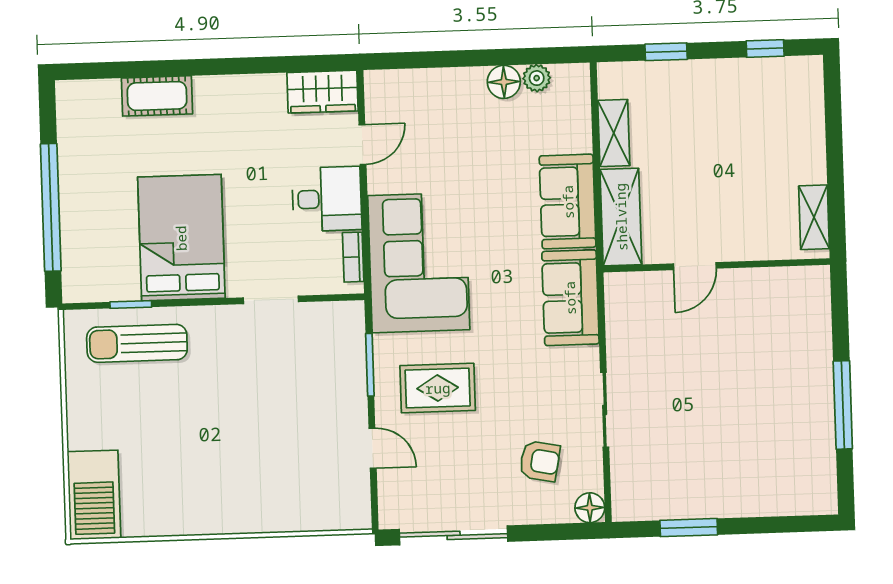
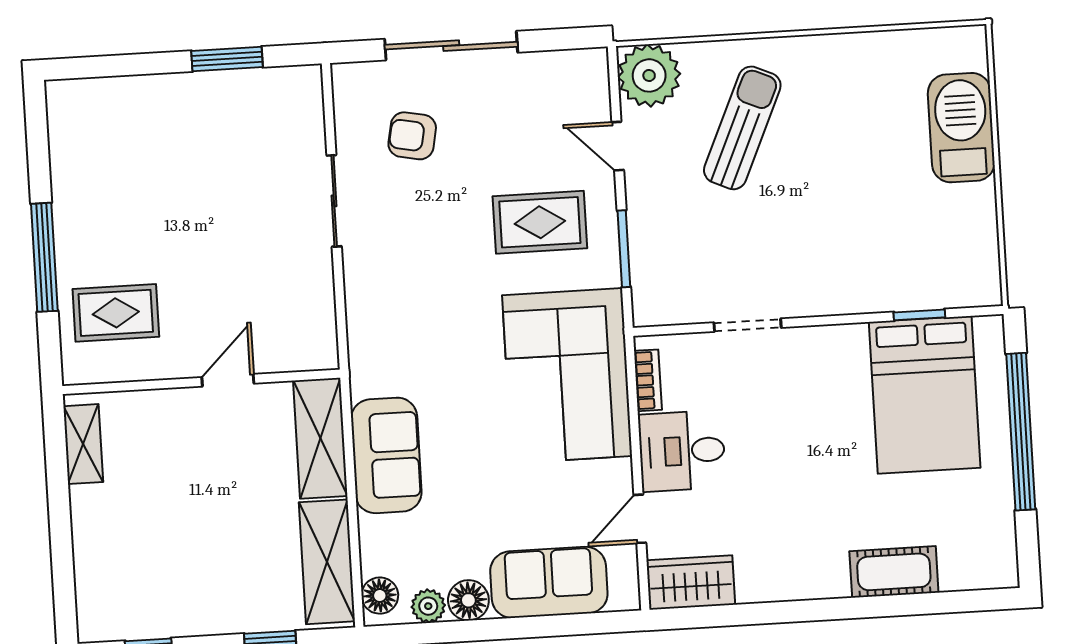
shelving: (614, 133) -> (327, 562), width x1.50, depth x1.33
bed: (181, 238) -> (925, 395), moved
sofa: (570, 298) -> (549, 582), moved, turned -90
rug: (785, 323) -> (116, 313), added
sun lounger: (137, 343) -> (742, 128), moved, turned -66
window: (843, 405) -> (44, 257), moved
barbecue: (94, 495) -> (961, 128), moved
plant: (346, 505) -> (649, 75), added
floor lamp: (590, 508) -> (380, 596), moved
sliding door: (454, 535) -> (451, 46), moved

